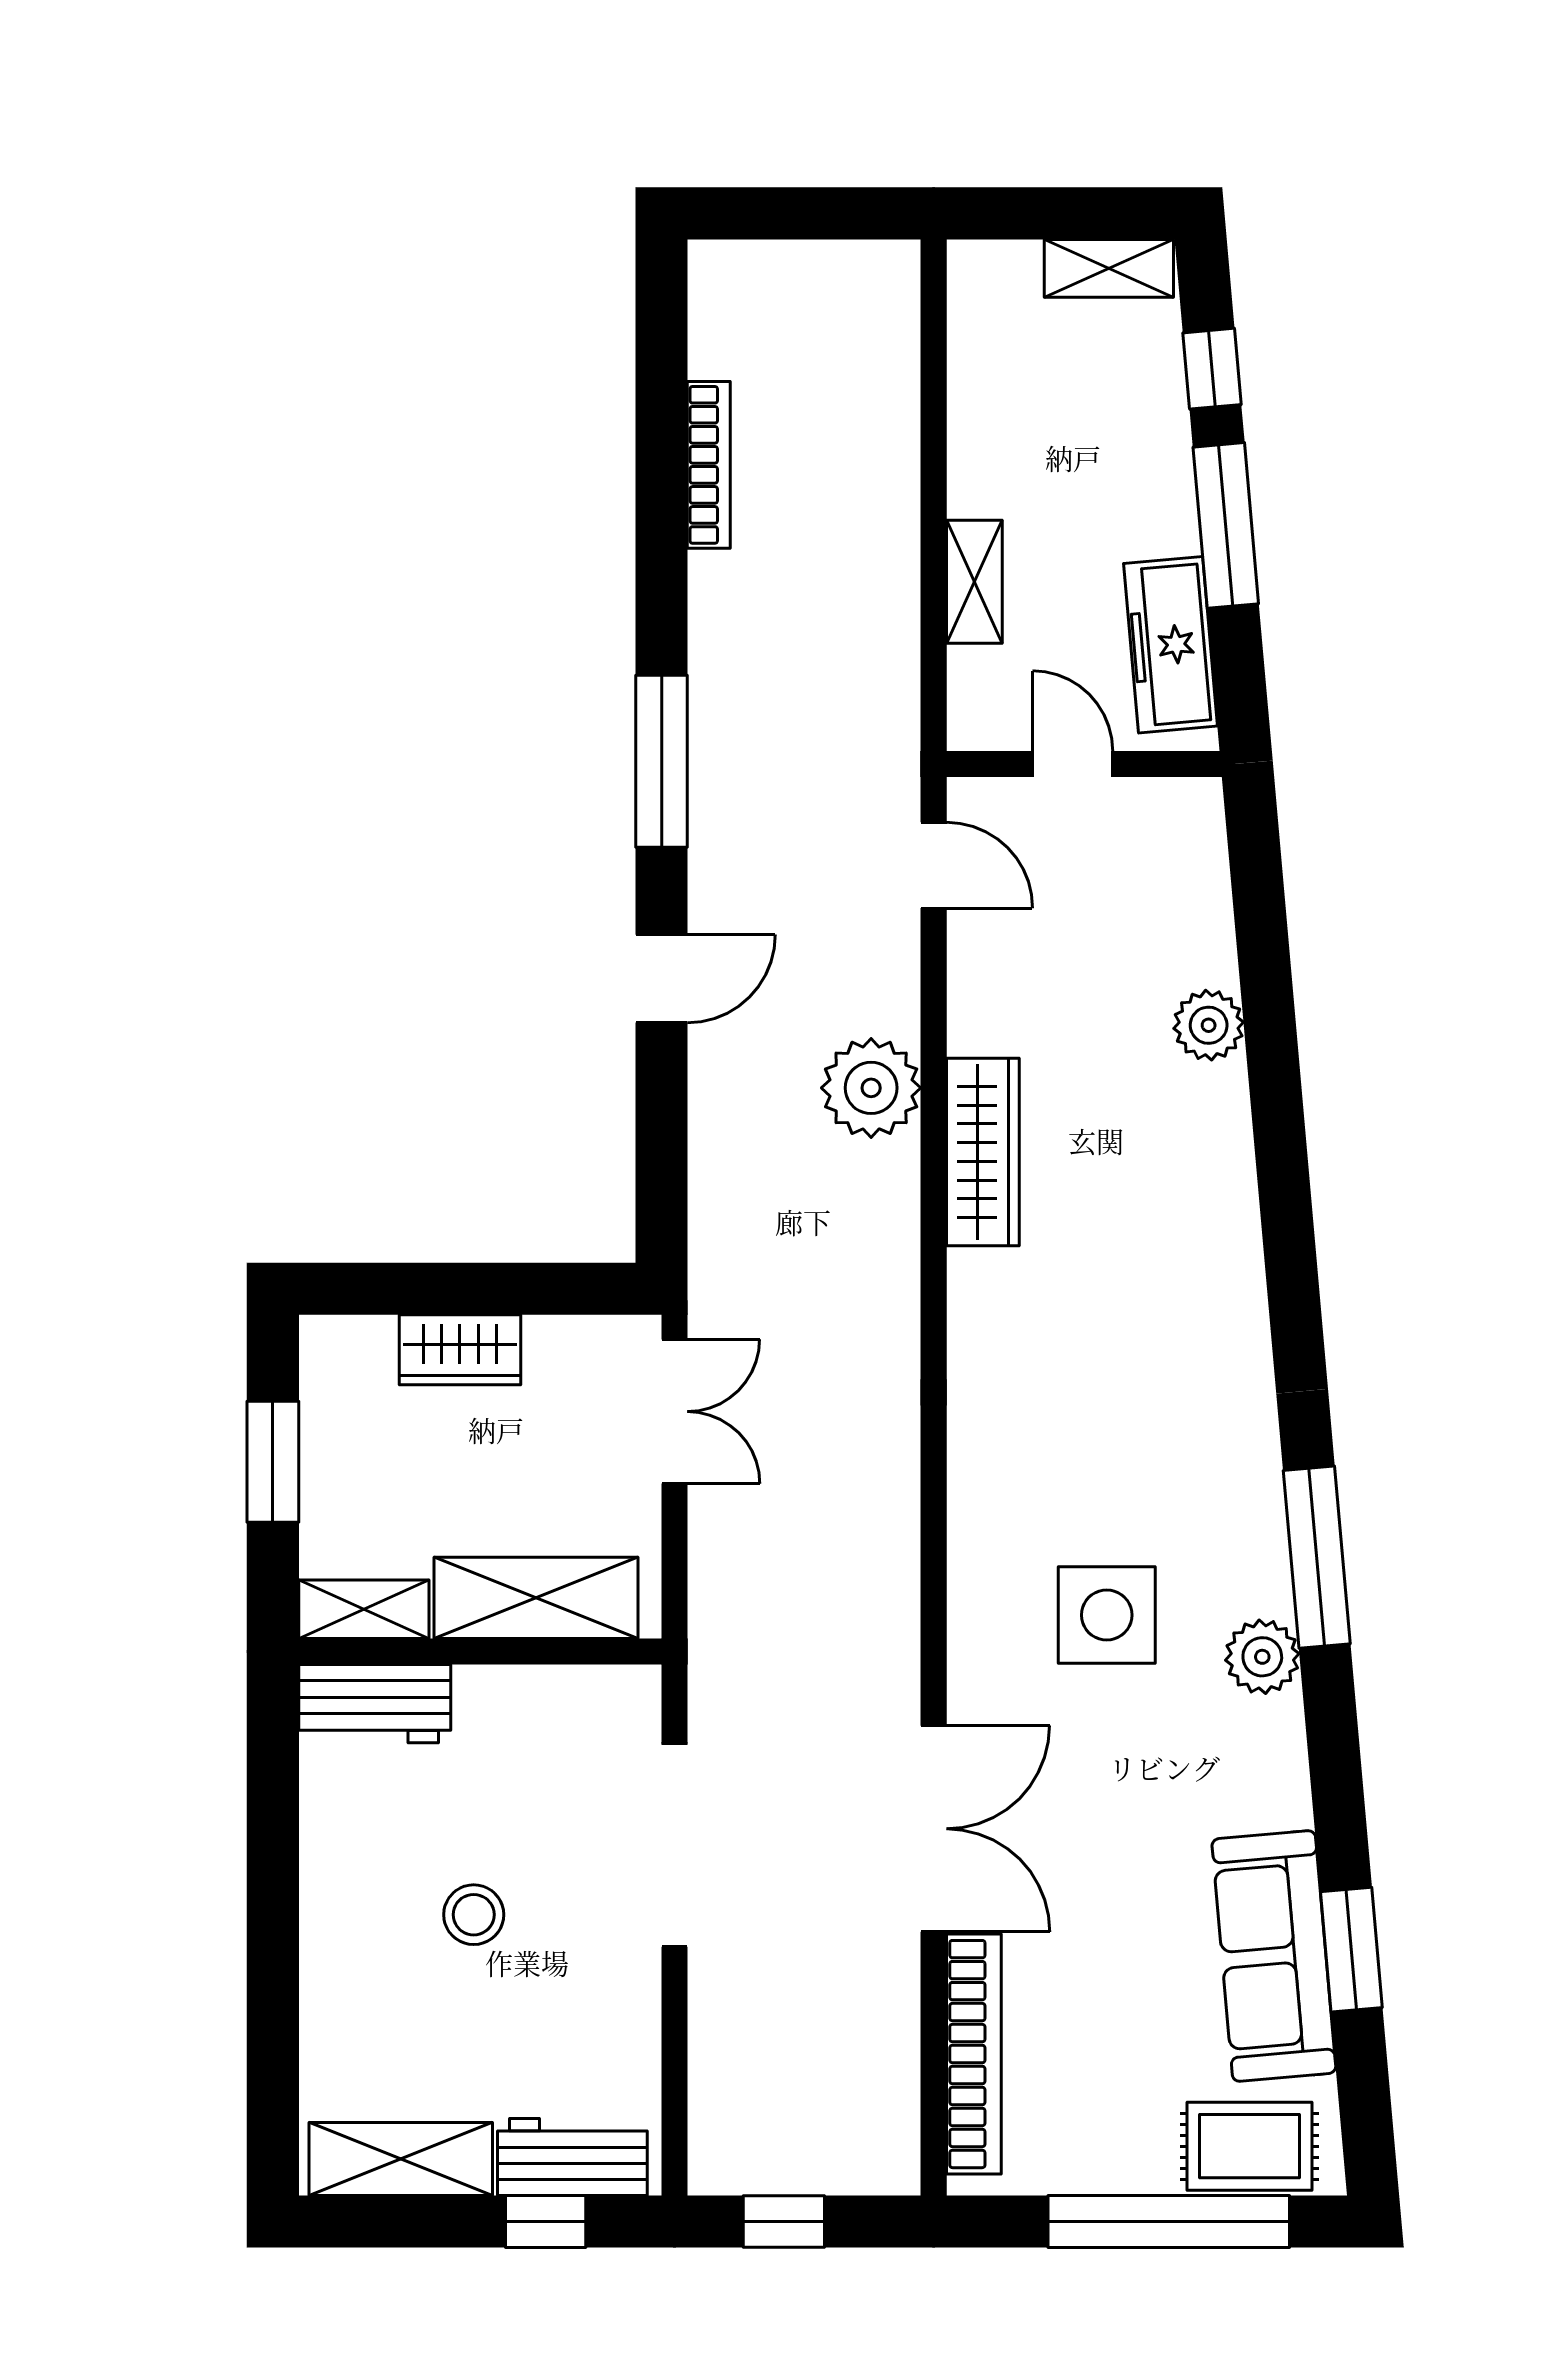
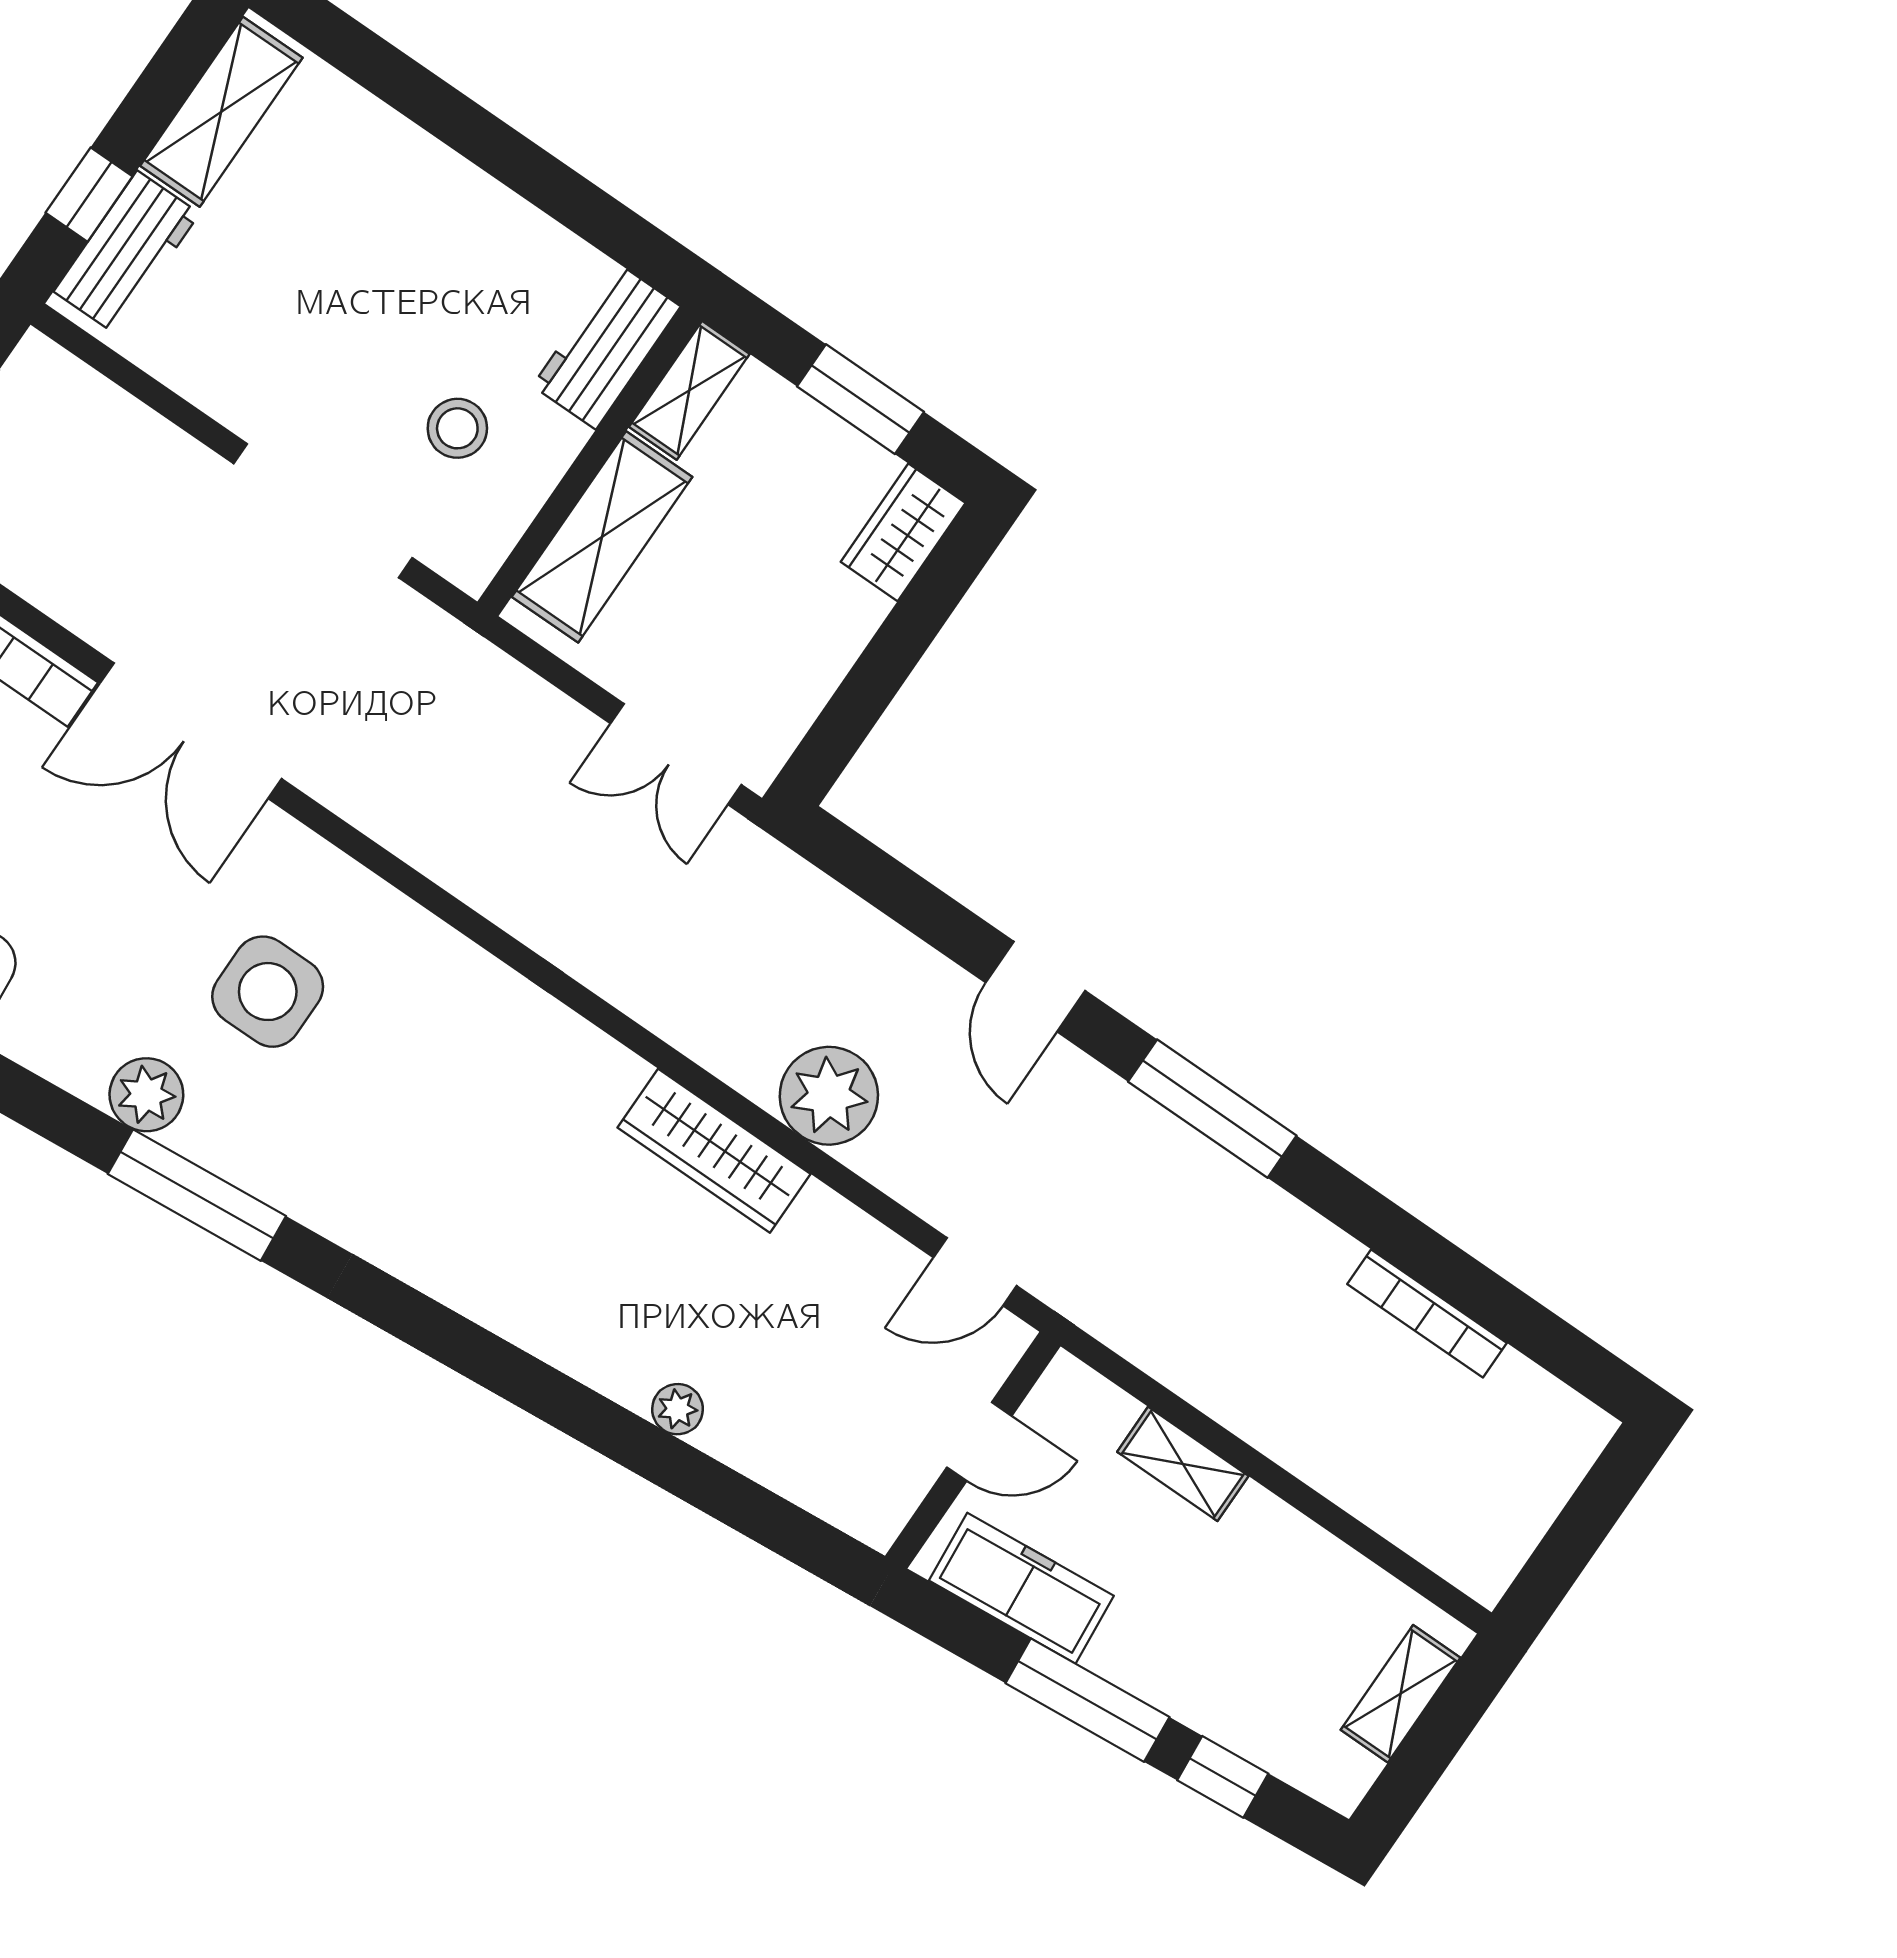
shelving: (1109, 268) -> (1401, 1694), moved
plant: (1209, 1025) -> (678, 1409), width x0.73, depth x0.73
wardrobe: (460, 1350) -> (903, 532), moved
stool: (474, 1915) -> (457, 428), moved

